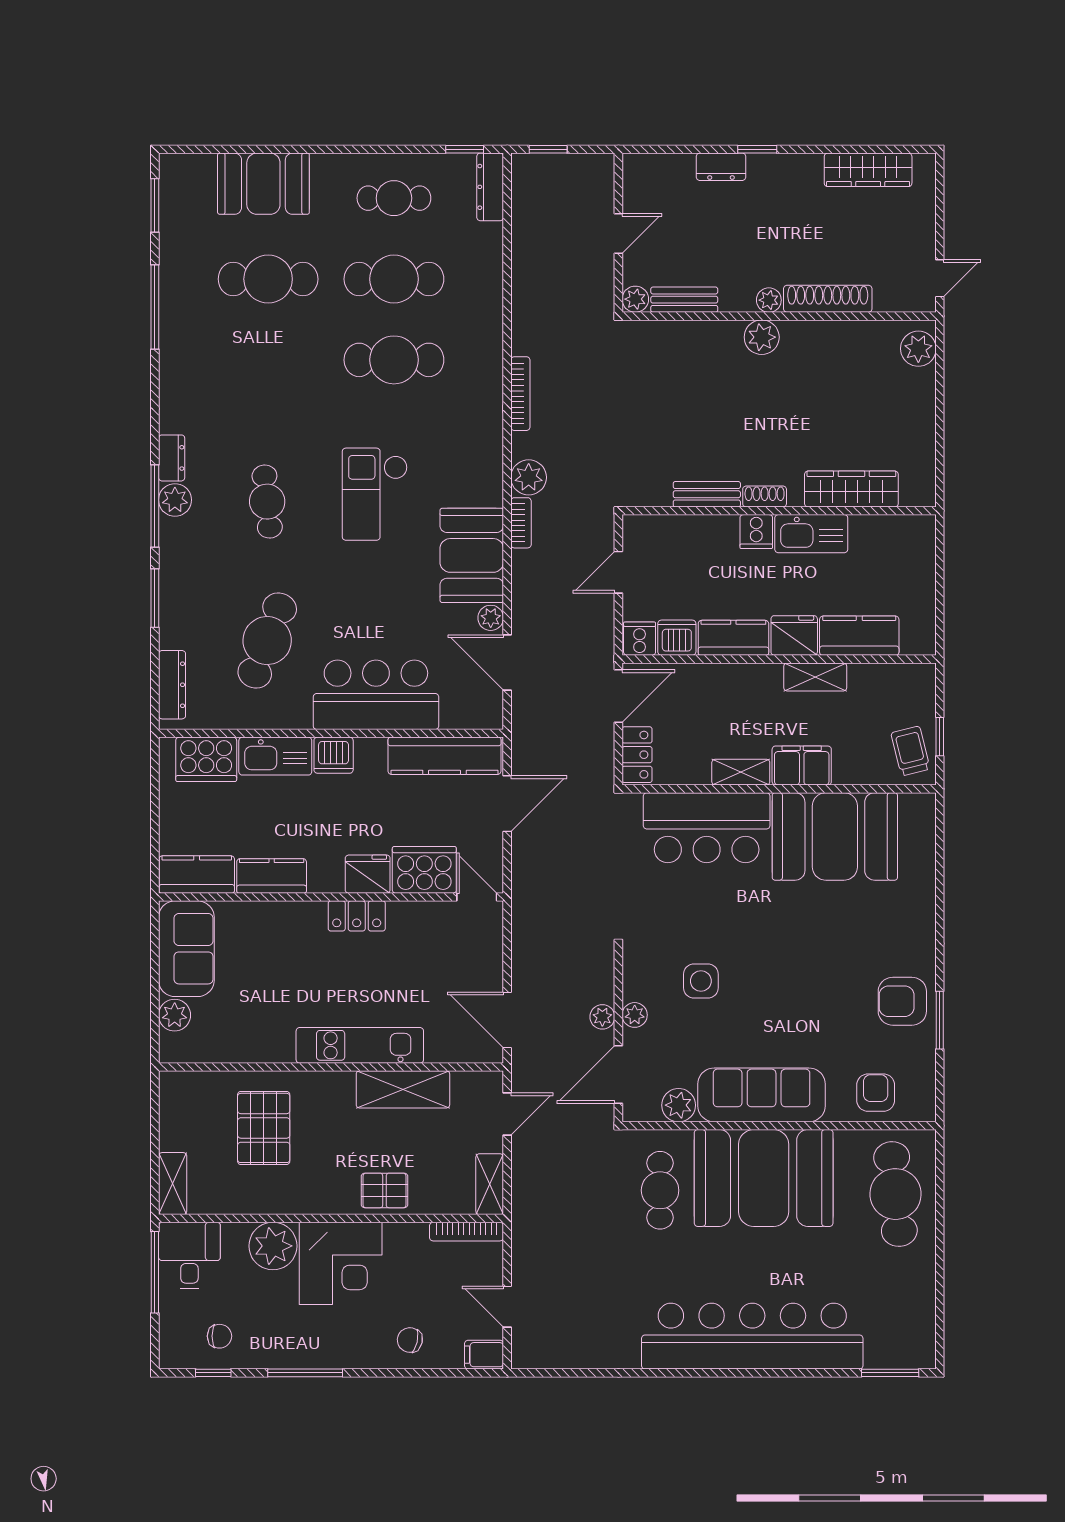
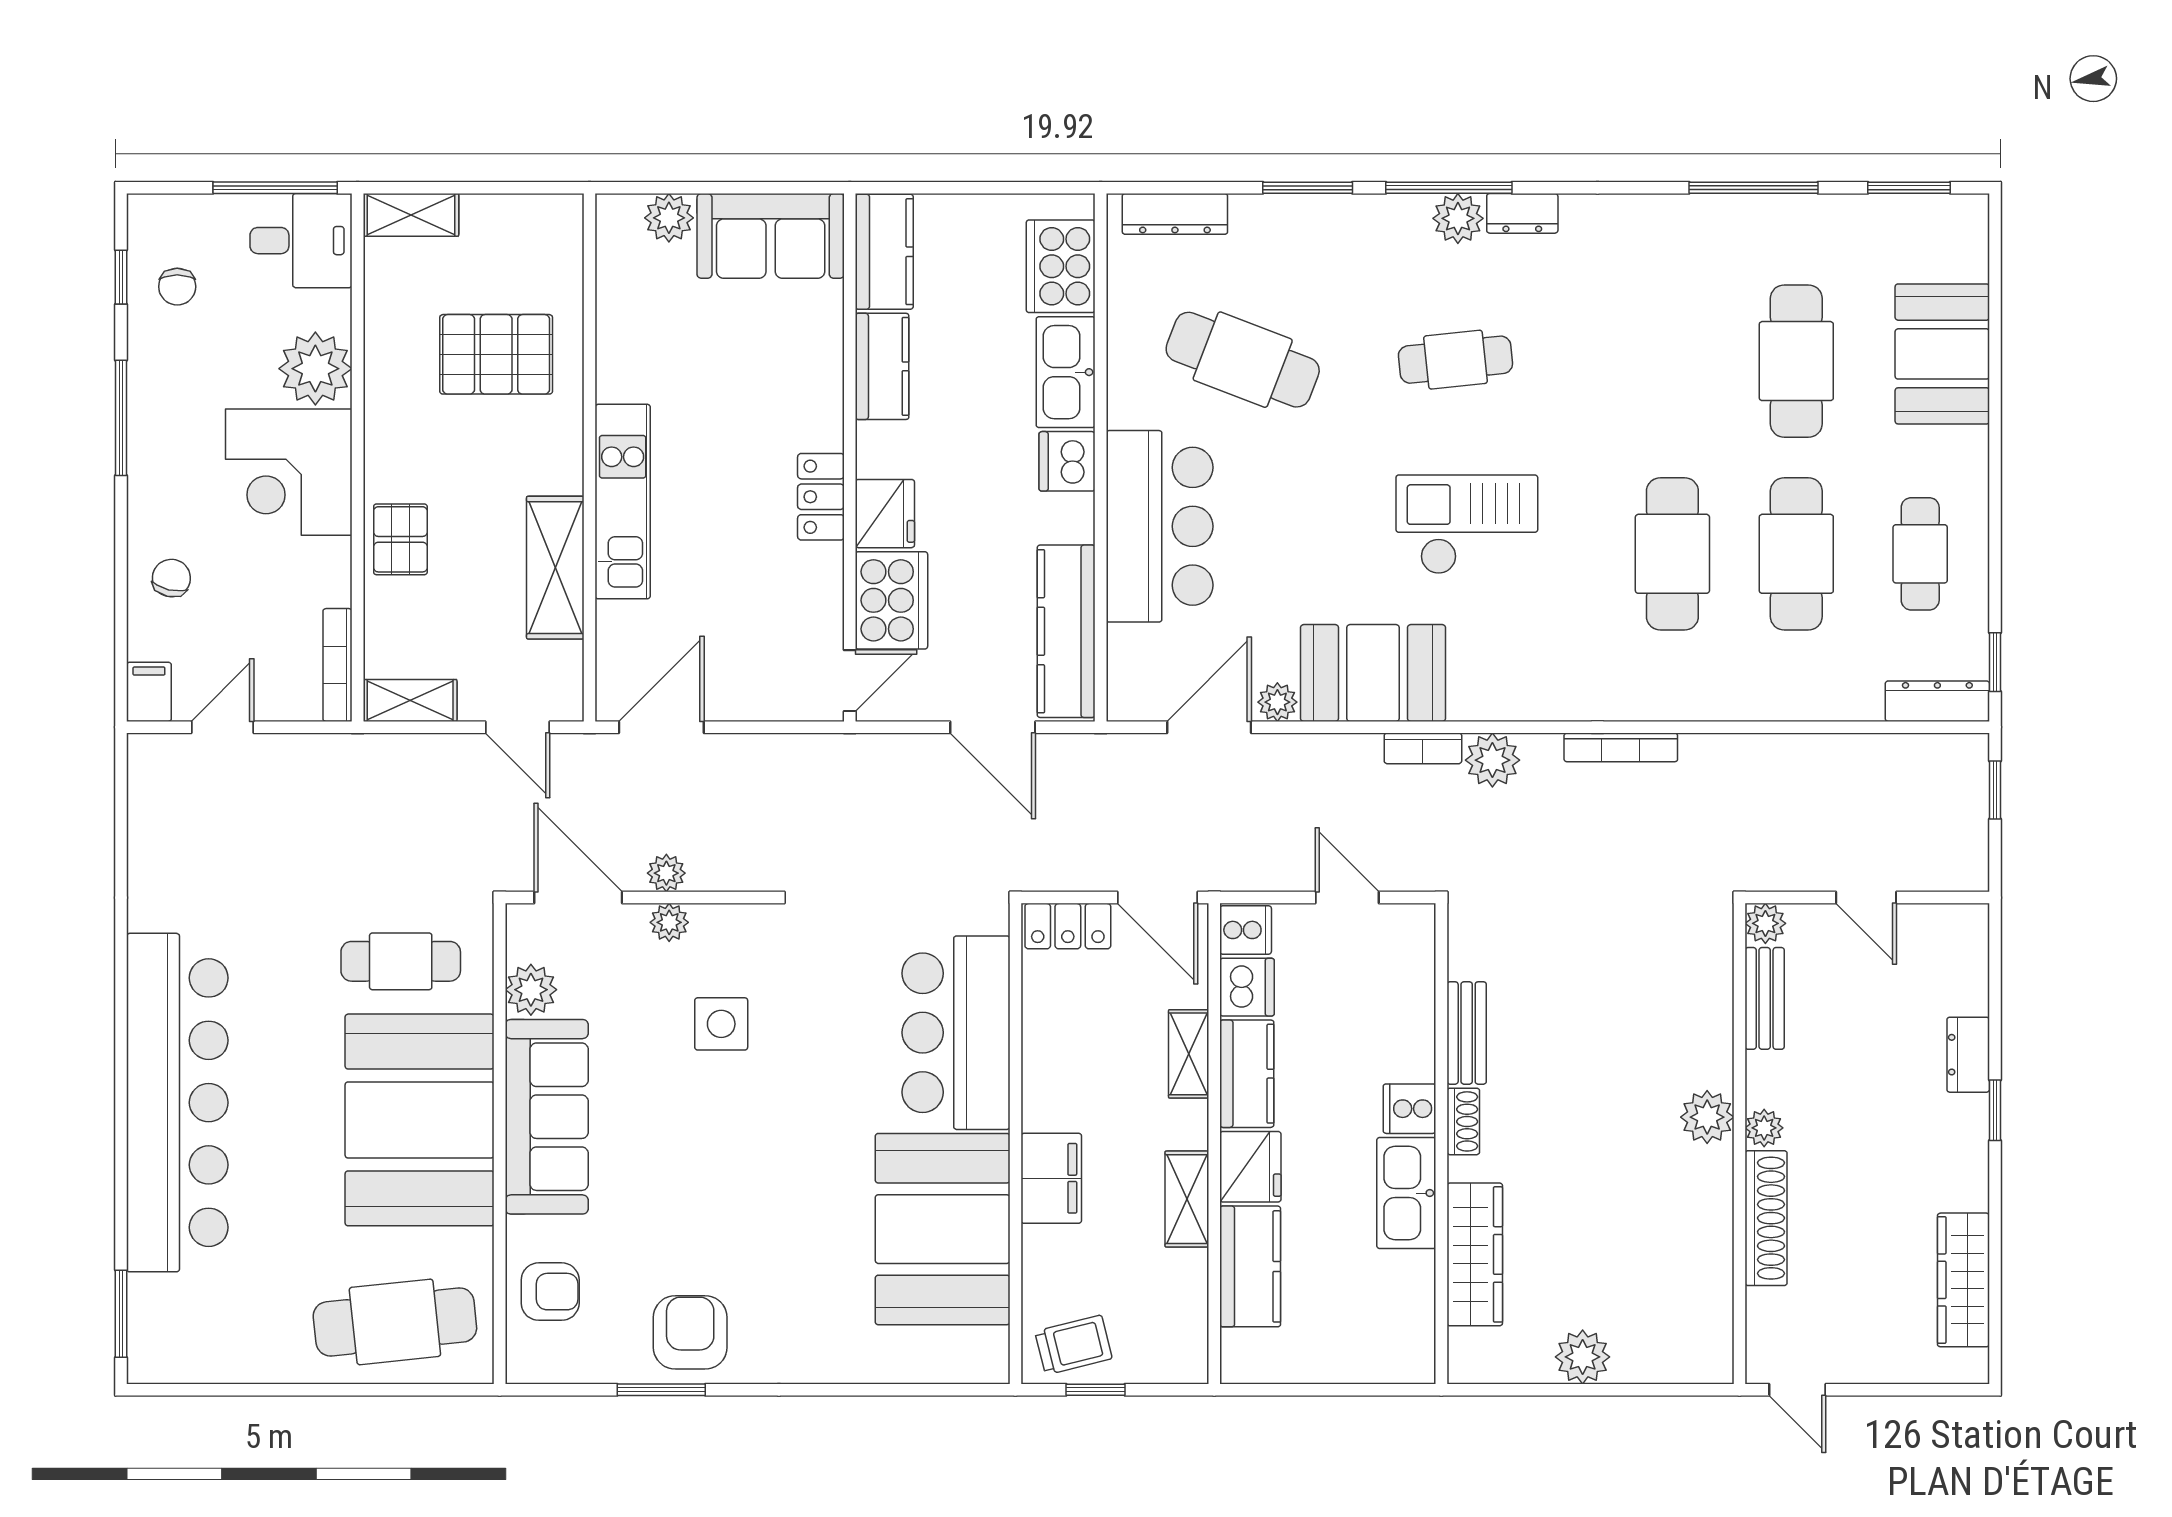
plant: (918, 349) -> (1583, 1357), moved
shelving: (741, 772) -> (1189, 1054), moved

